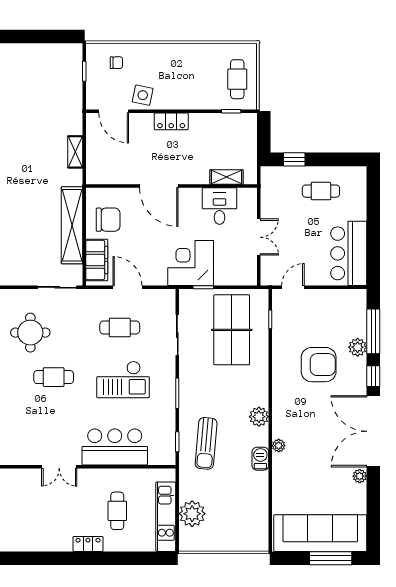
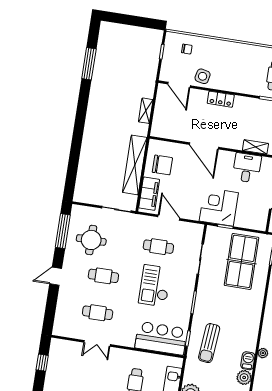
checkout: (123, 379) -> (155, 286), turned 90
plant: (259, 417) -> (244, 377), moved
cafe table: (54, 427) -> (98, 313), added
bar counter: (115, 447) -> (161, 338), moved

